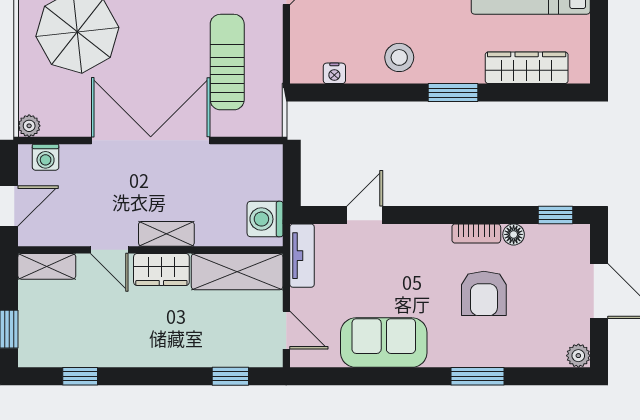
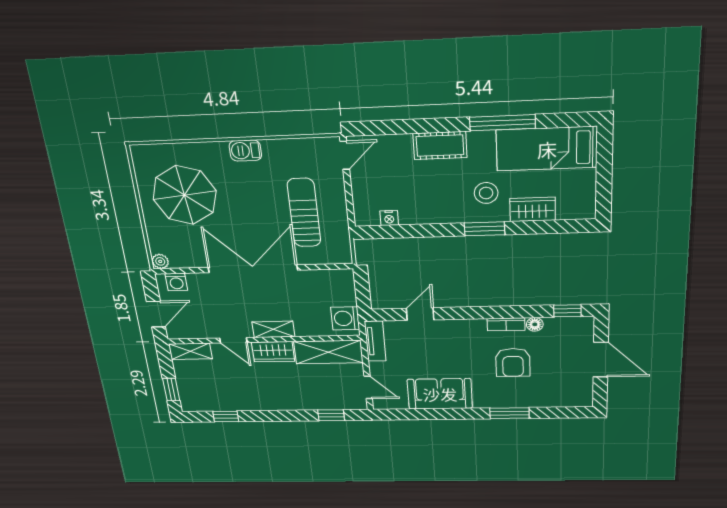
stool: (399, 57) -> (486, 193), moved
wardrobe: (527, 68) -> (533, 209), width x0.67
plant: (578, 356) -> (584, 400), removed

